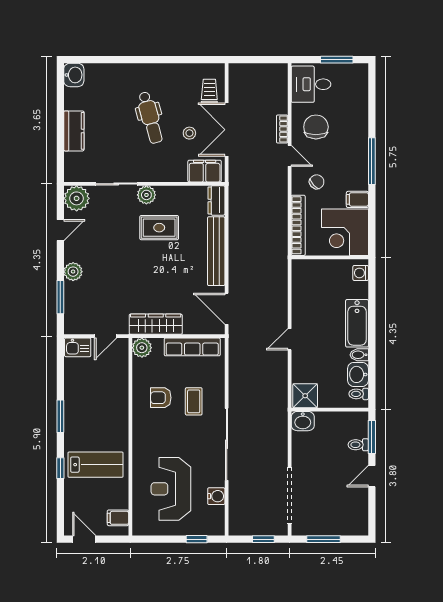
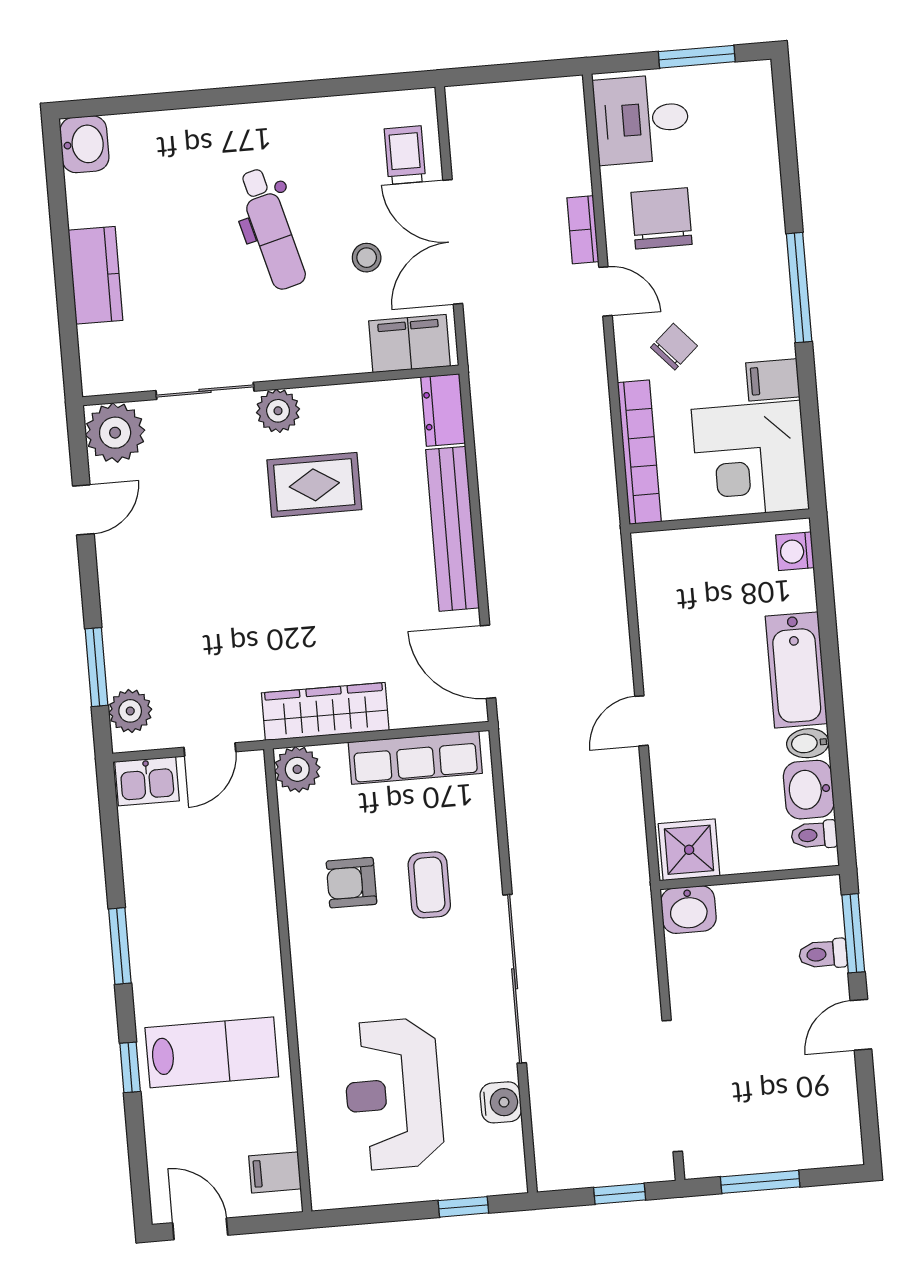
plant: (73, 272) -> (130, 711), moved

